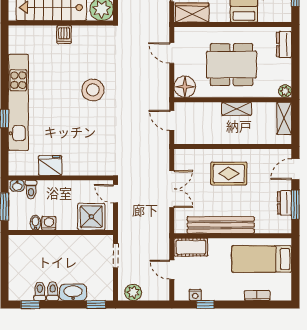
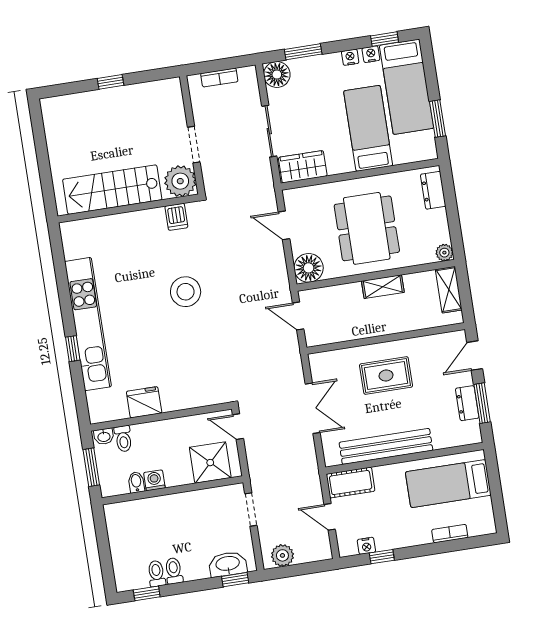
dishwasher: (64, 35) -> (176, 217), moved
dining table: (232, 65) -> (367, 228), turned 90
washbasin: (73, 292) -> (228, 564), moved

